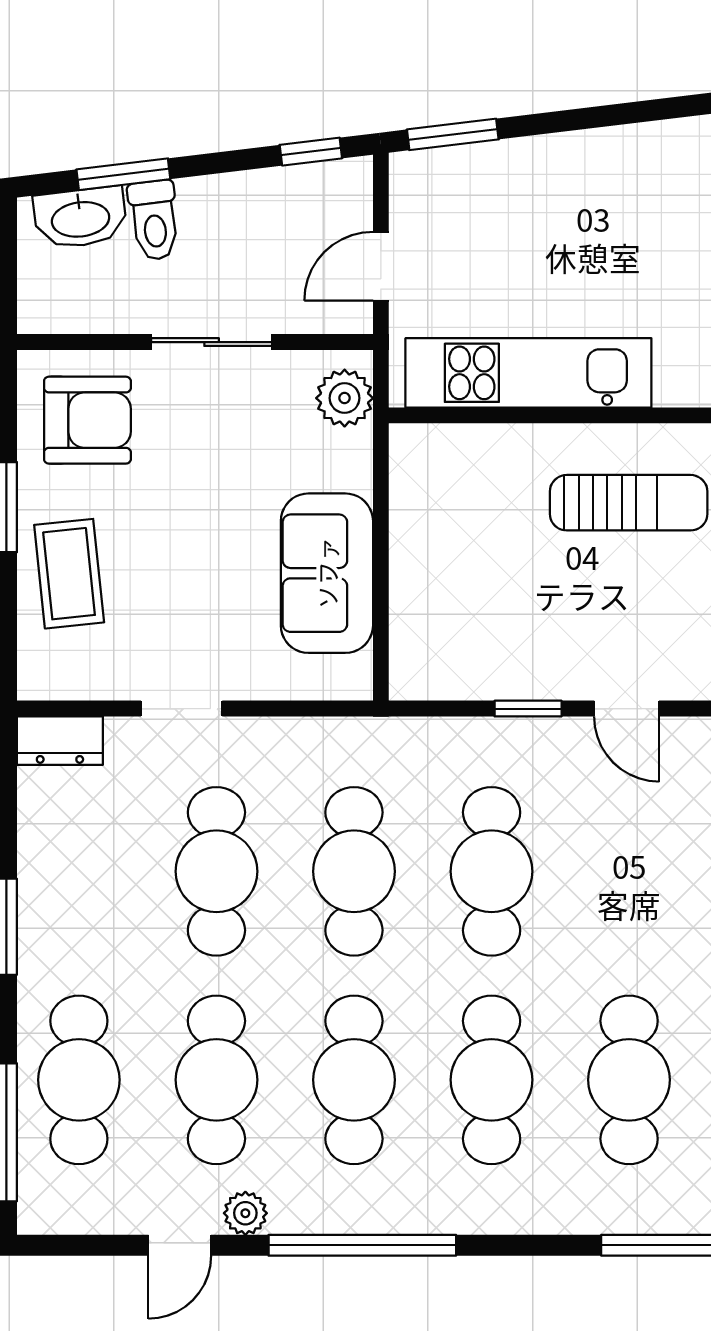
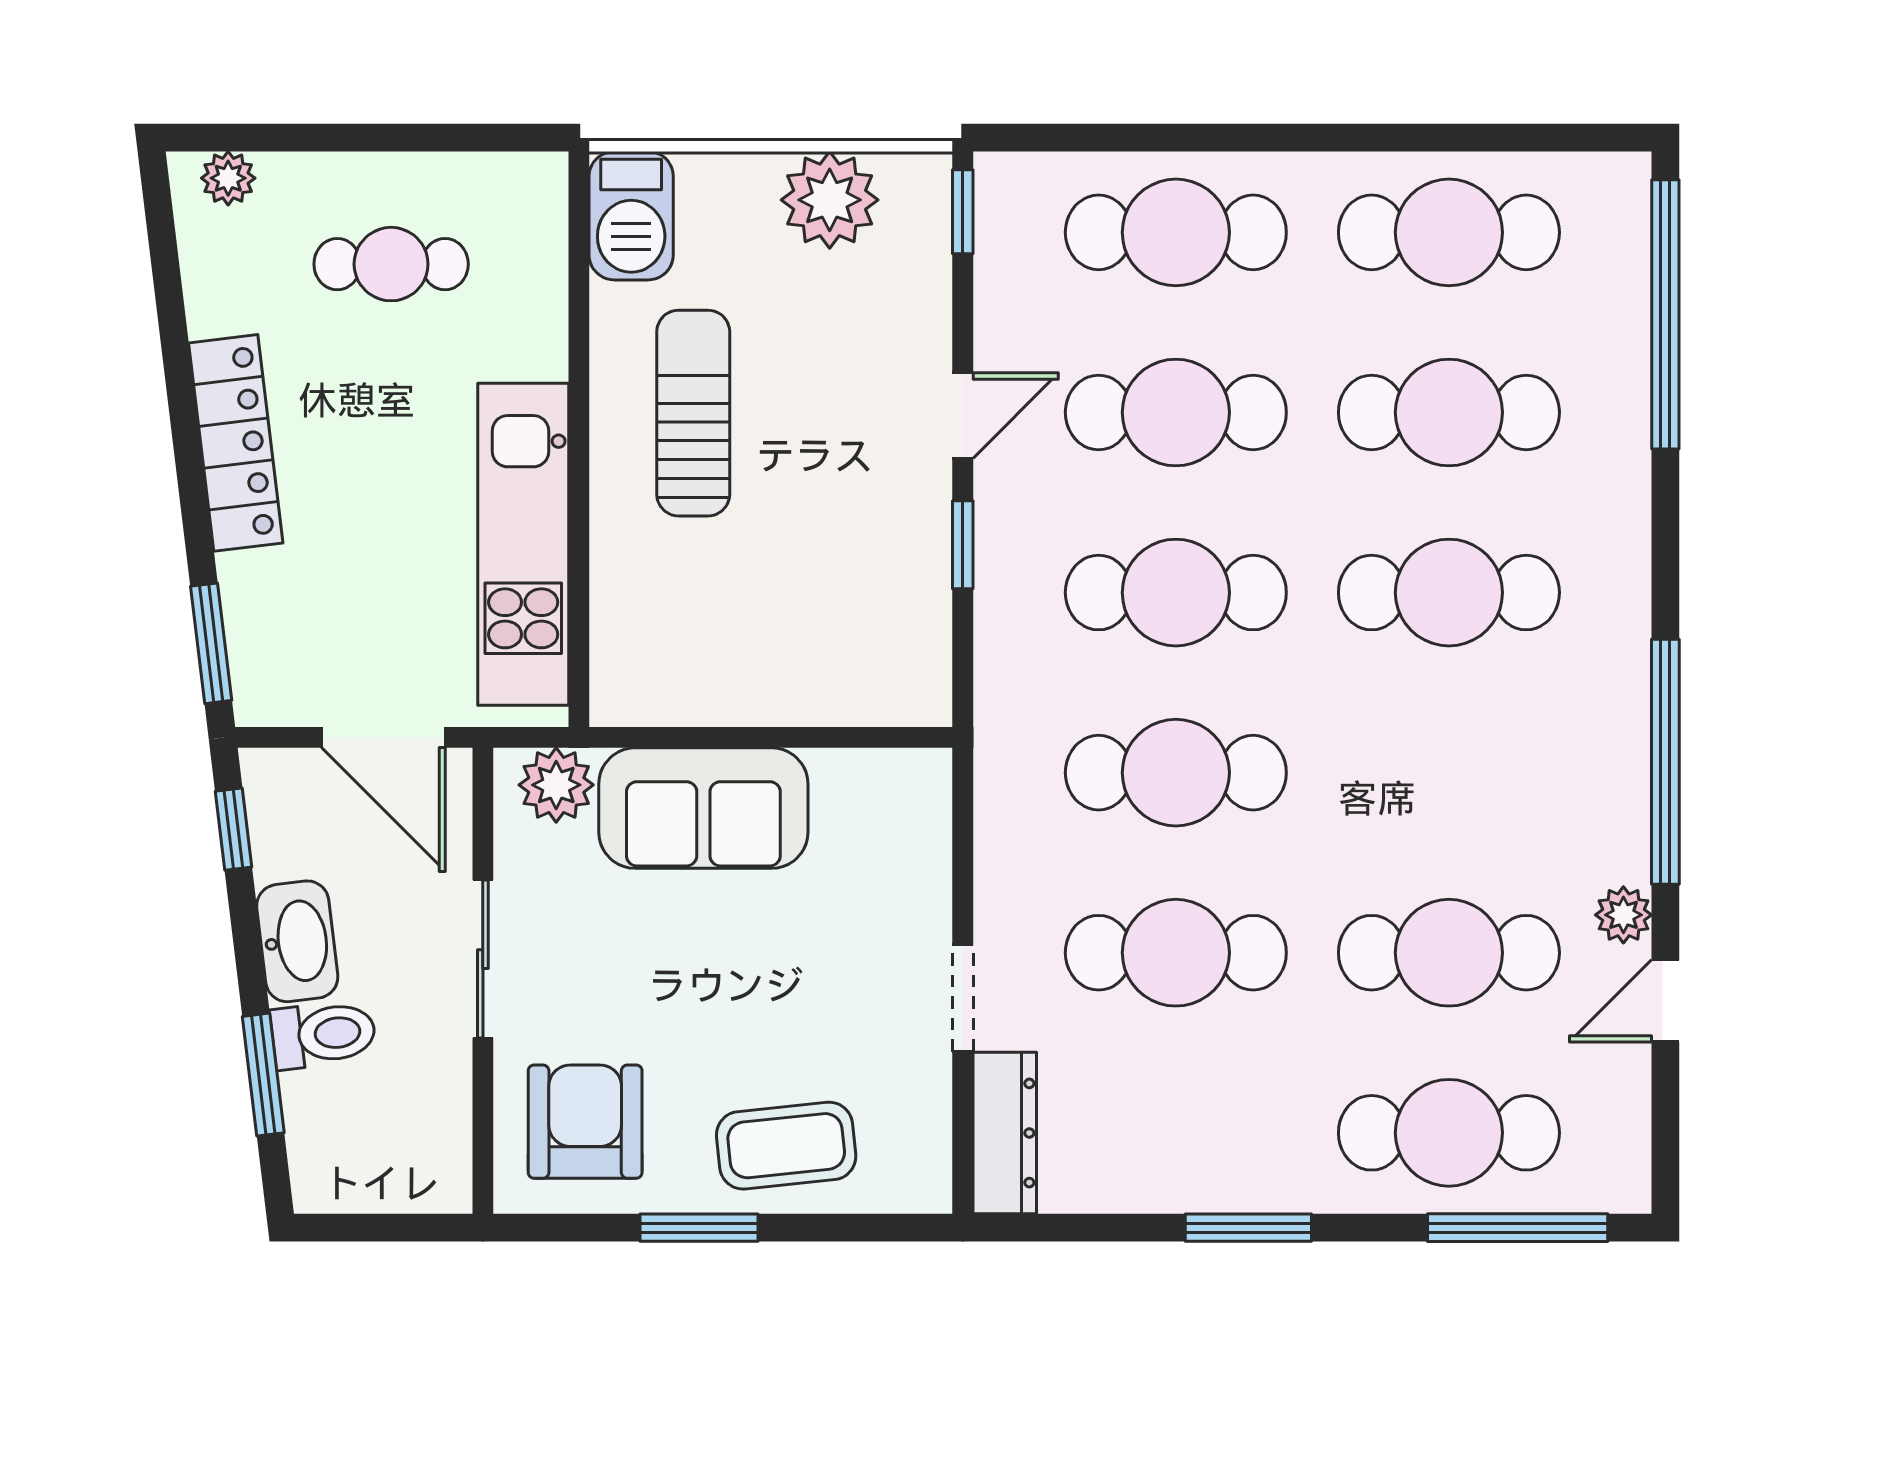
locker: (606, 153) -> (236, 443), added
washbasin: (80, 218) -> (297, 941), moved
door: (381, 266) -> (383, 737), width x1.38
sofa: (327, 573) -> (703, 808), moved
dresser: (60, 741) -> (1005, 1133), width x1.44
cafe table: (354, 1080) -> (1176, 412), moved
door: (180, 1245) -> (1665, 1001), swing flipped

